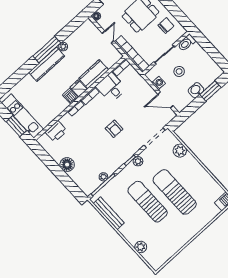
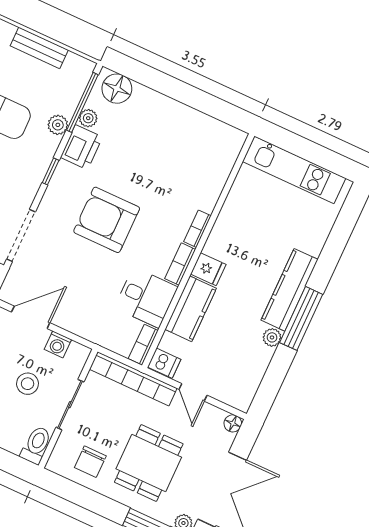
dishwasher: (70, 96) -> (164, 363), moved
window: (16, 126) -> (298, 146), removed
armchair: (114, 129) -> (107, 220), width x1.88, depth x1.88
printer: (56, 131) -> (81, 147), moved, turned 180
plant: (138, 161) -> (58, 125), moved
floor lamp: (67, 165) -> (117, 89), moved
bench: (109, 213) -> (39, 48), width x0.73

